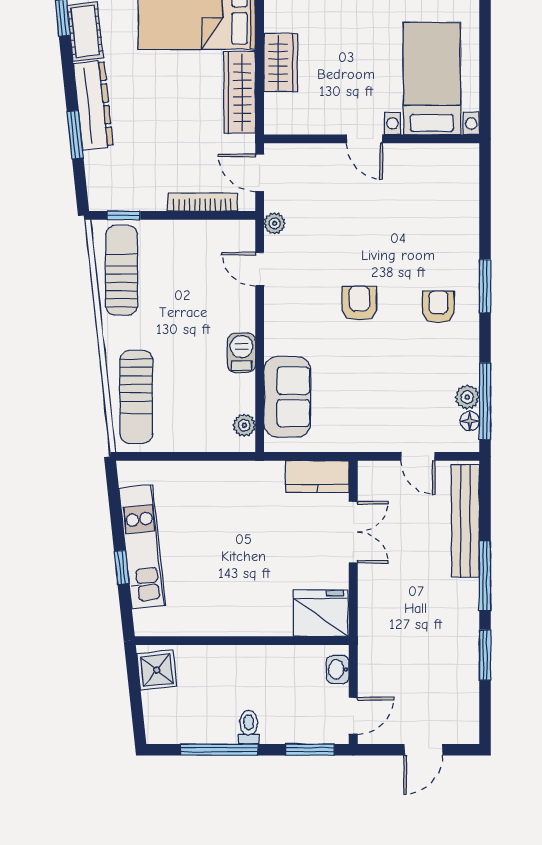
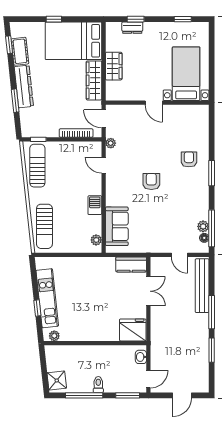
armchair: (438, 307) -> (189, 159), moved
plant: (157, 625) -> (54, 336), added
shower: (157, 670) -> (57, 380), moved

